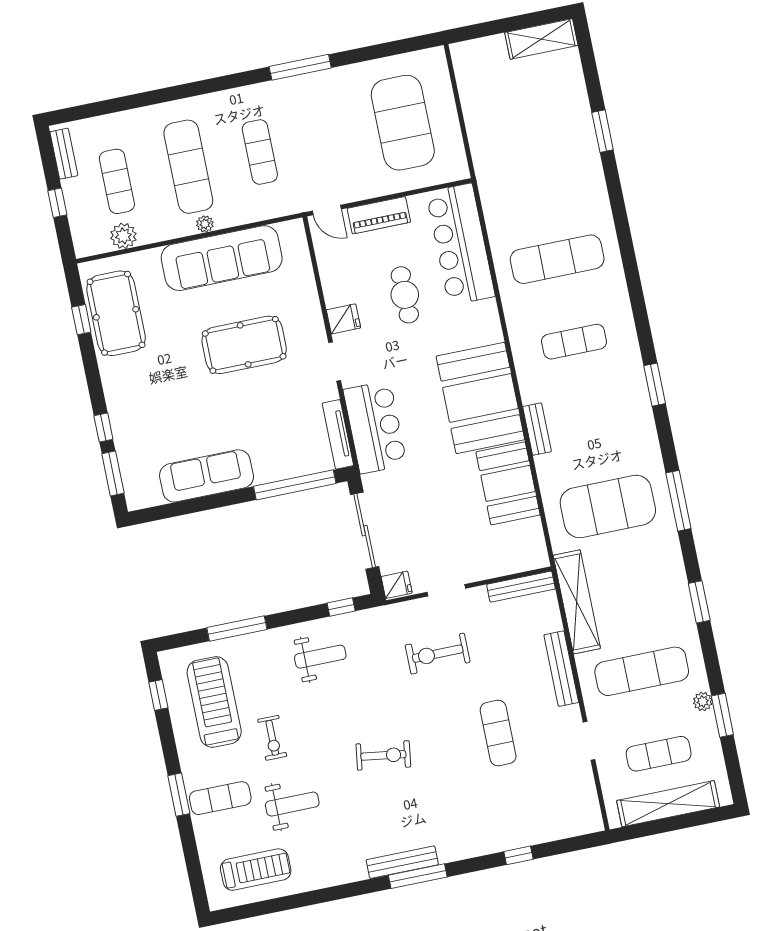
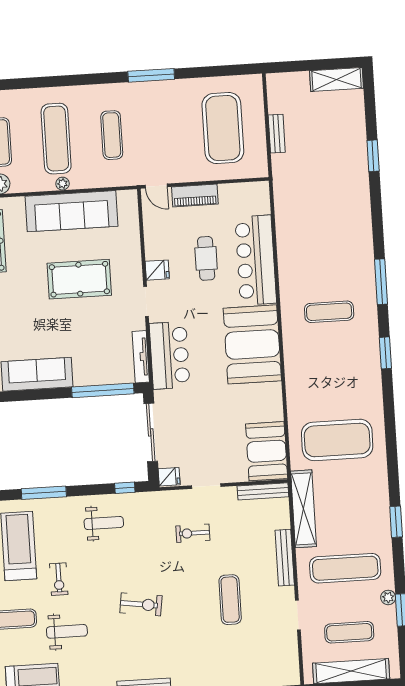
bar counter: (460, 244) -> (256, 260), moved
exercise mat: (557, 259) -> (325, 248), removed
bench: (537, 429) -> (277, 134), moved
booth: (508, 483) -> (267, 451), moved
window: (678, 501) -> (381, 282), moved
exercise bike: (438, 654) -> (193, 533), width x0.73, depth x0.72

